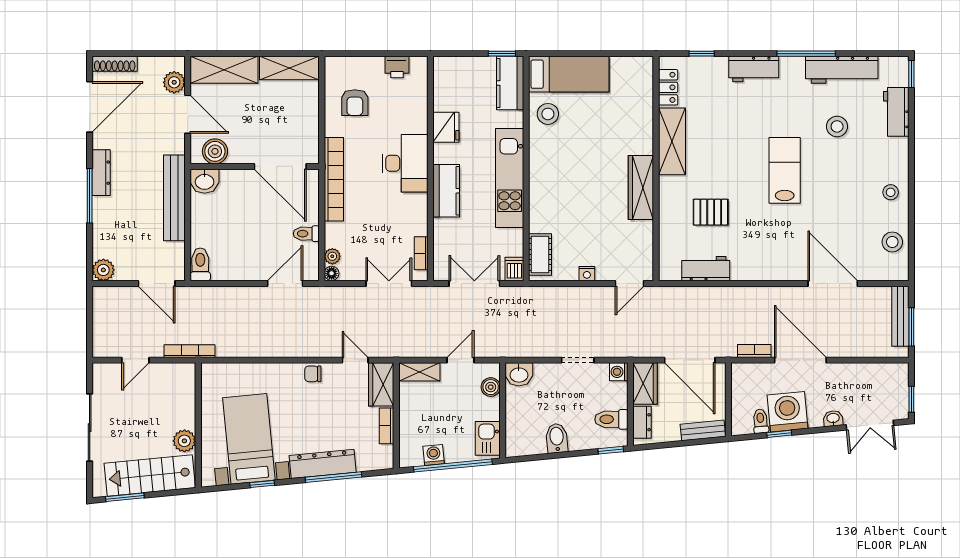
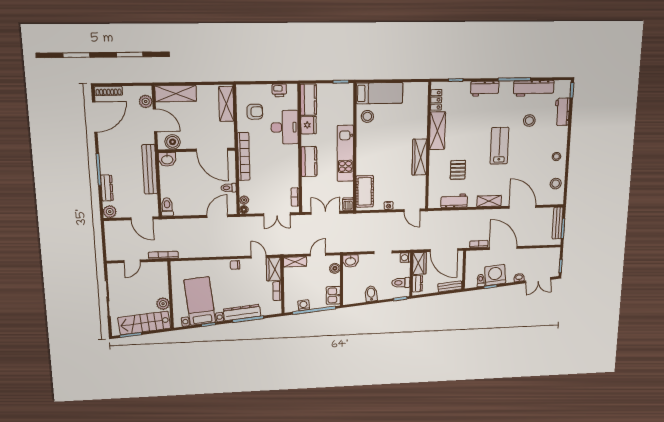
shelving: (289, 68) -> (226, 104), moved, turned 90
kitchen counter: (510, 83) -> (308, 100), moved, turned 180
armchair: (355, 103) -> (255, 112), turned -90
desk: (405, 163) -> (285, 127), moved
dresser: (101, 173) -> (107, 188), moved
pallet: (711, 212) -> (458, 170), turned 90
cot: (540, 254) -> (365, 191), width x1.37, depth x1.34
shelving: (770, 271) -> (489, 201), added
double door: (389, 284) -> (277, 214), swing flipped
door: (629, 284) -> (412, 210), hinge flipped

